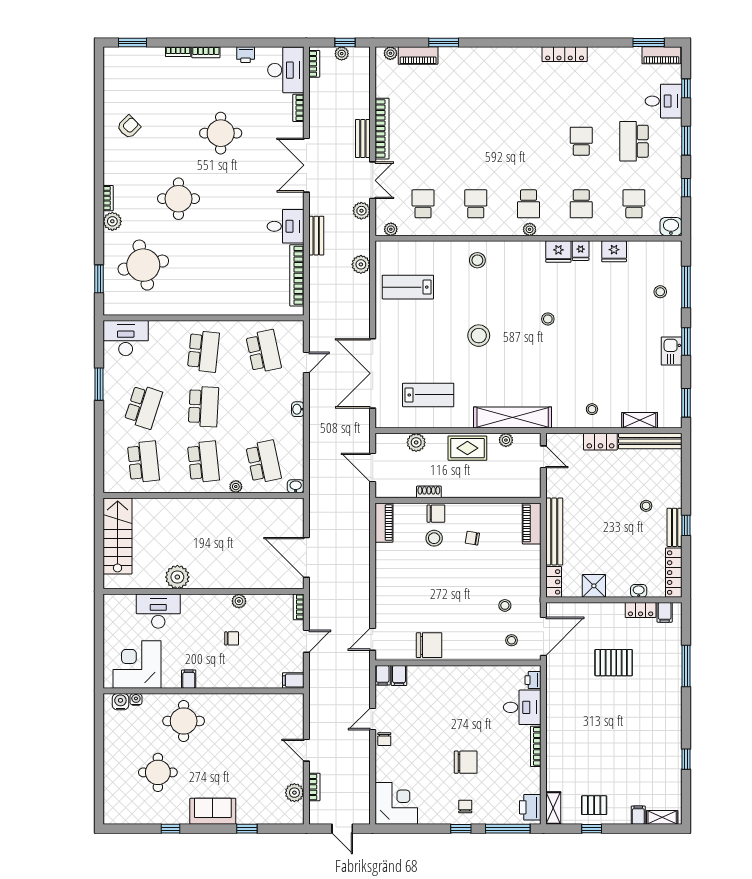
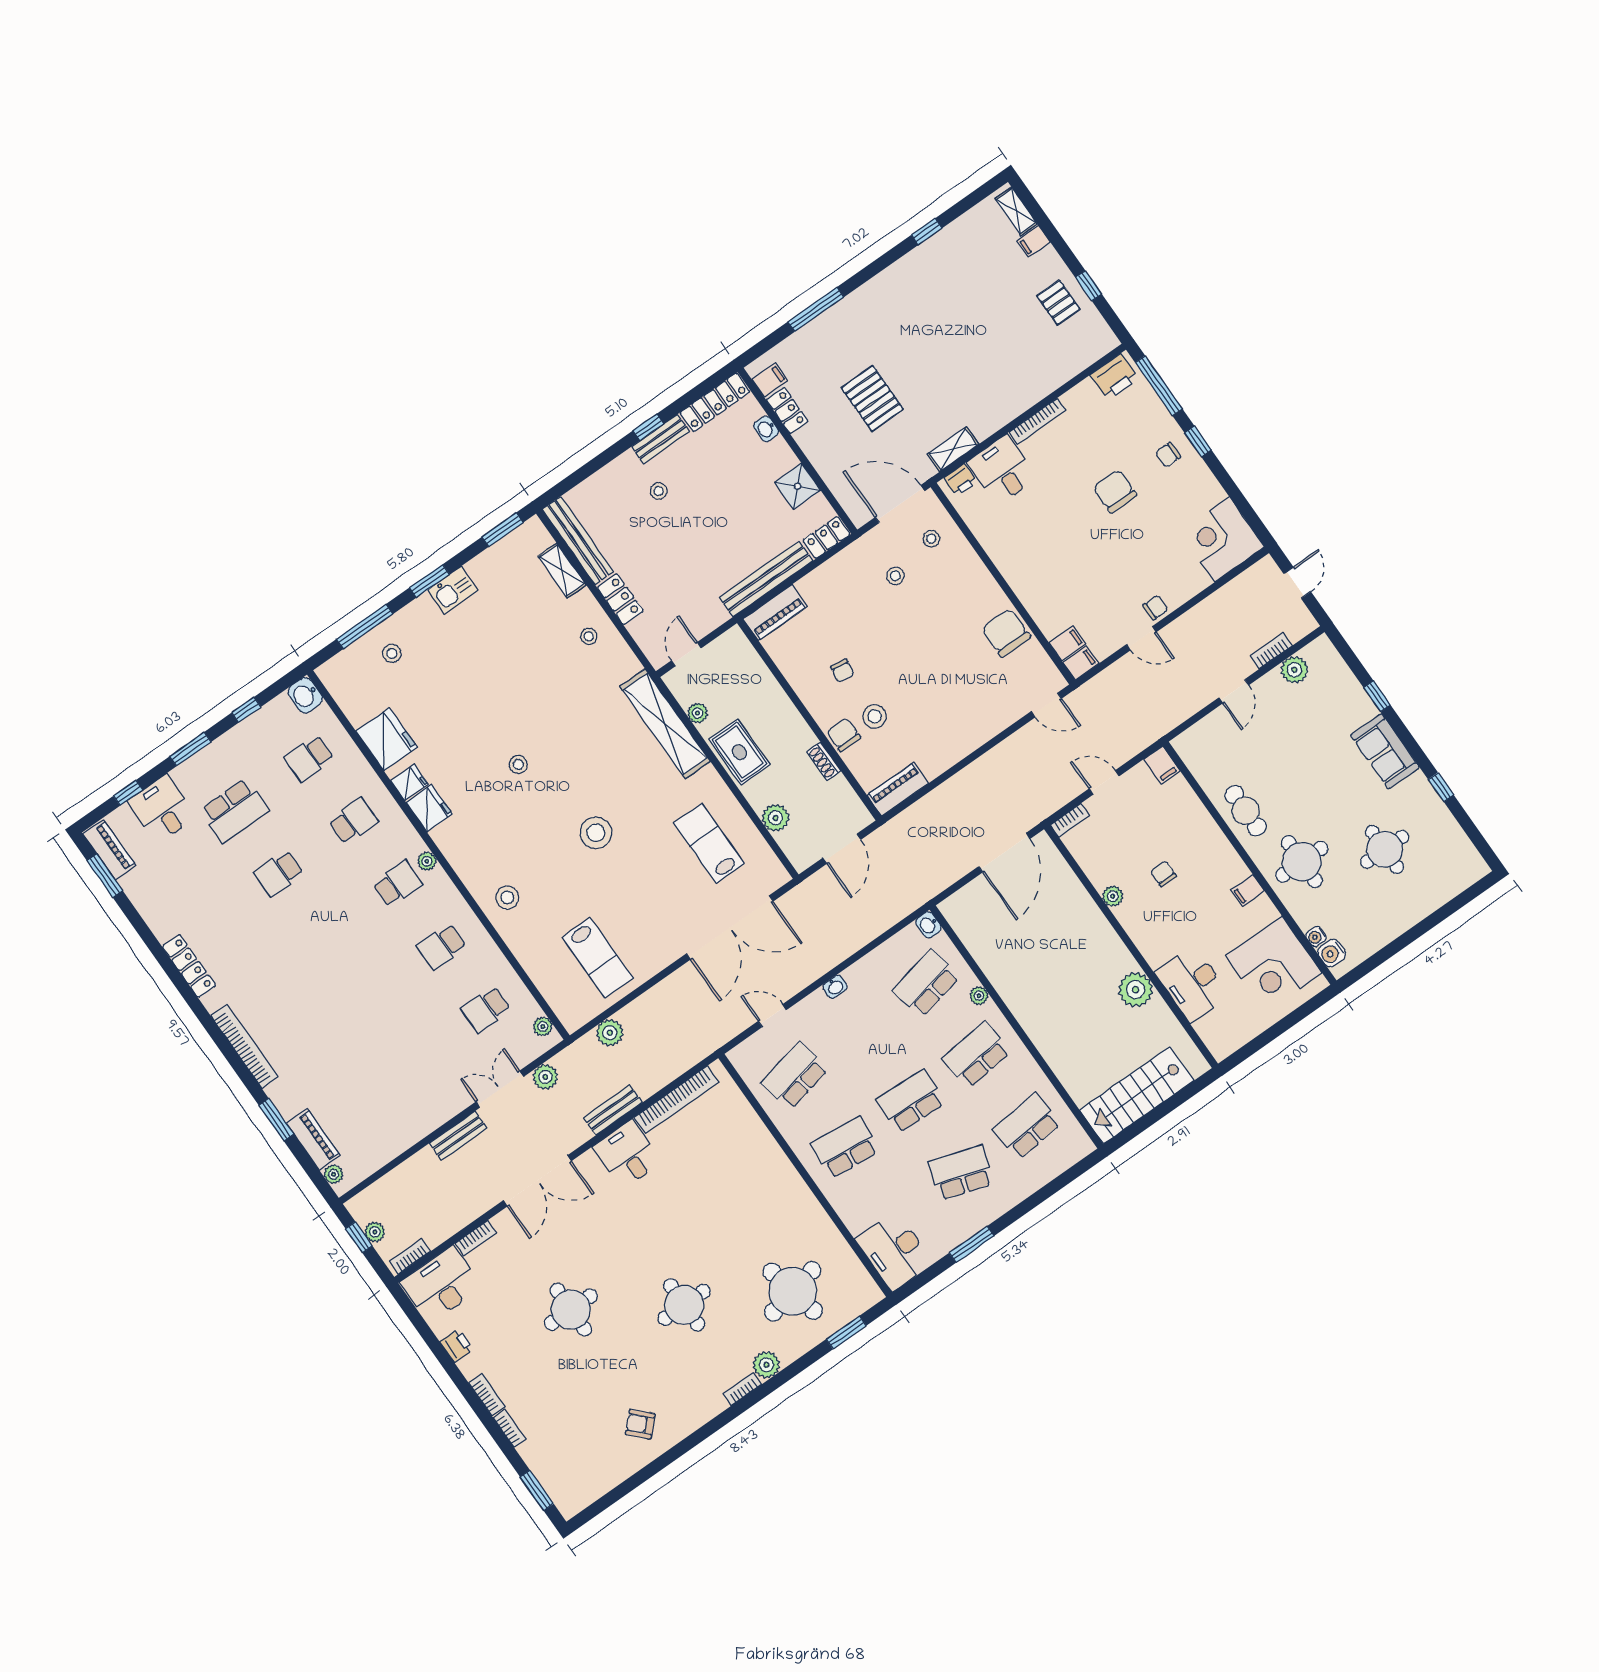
bookcase: (382, 129) -> (245, 1046), moved, turned 90
fridge: (614, 251) -> (387, 739), width x1.36, depth x1.34
cafe table: (234, 710) -> (1246, 811), added
shelving: (553, 808) -> (953, 449), moved

